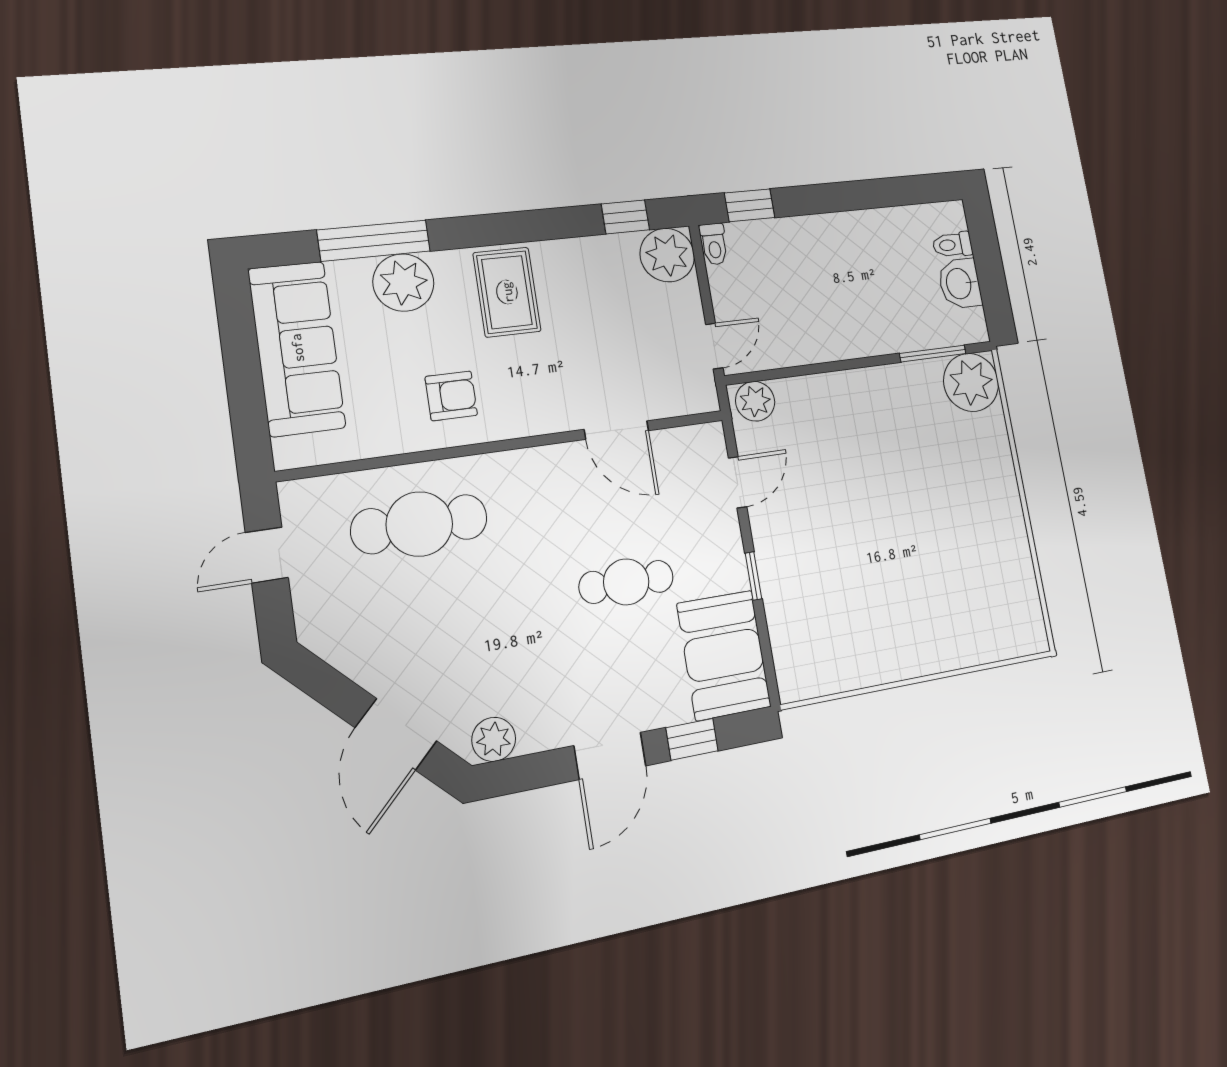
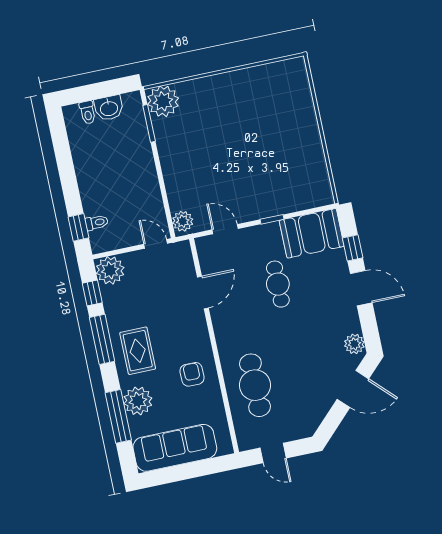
window: (534, 226) -> (102, 339), added
toilet: (714, 244) -> (97, 223), moved
rug: (507, 292) -> (138, 351), turned 90

